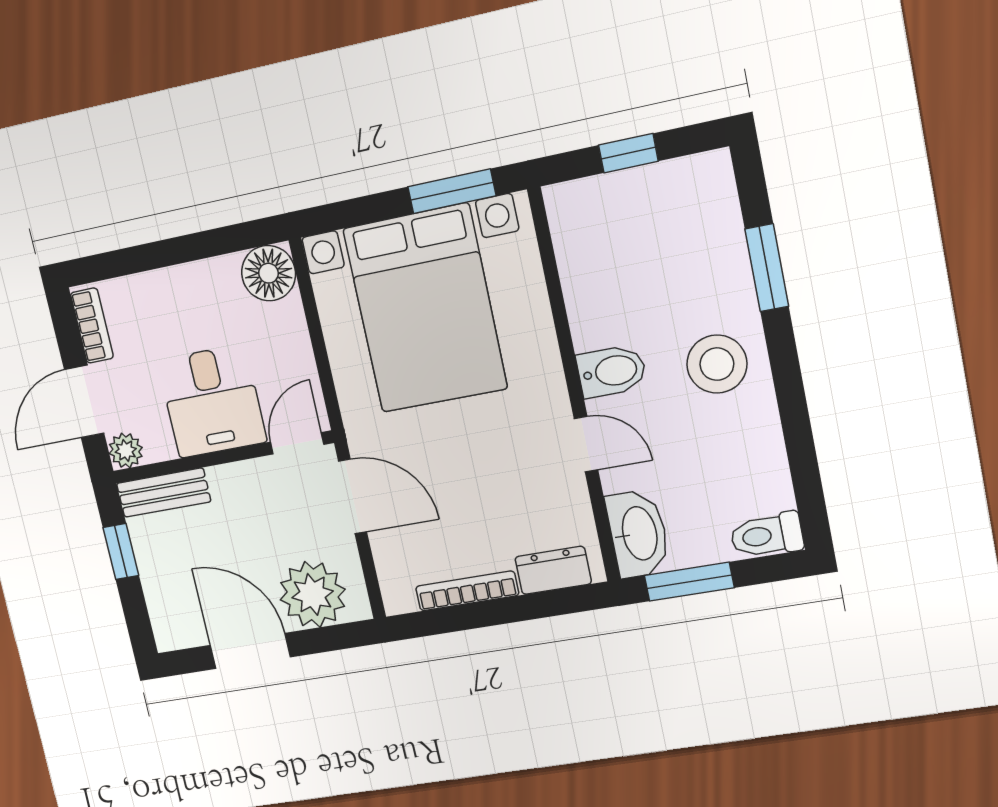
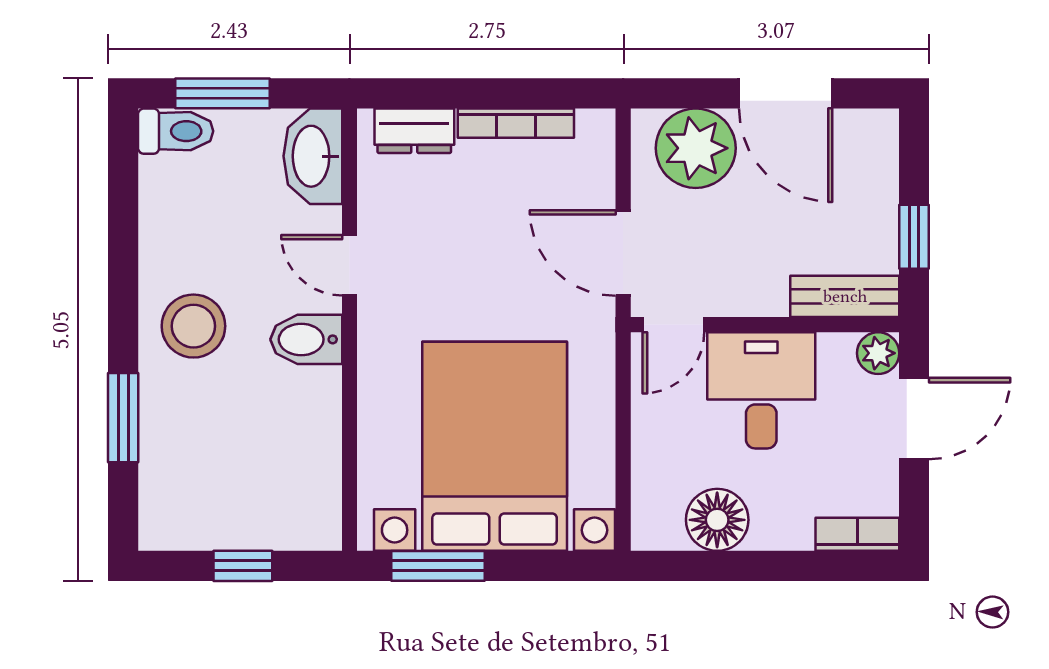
floor lamp: (269, 273) -> (717, 520), moved
bookcase: (92, 326) -> (857, 534), moved, turned 90
window: (689, 582) -> (222, 93), moved

